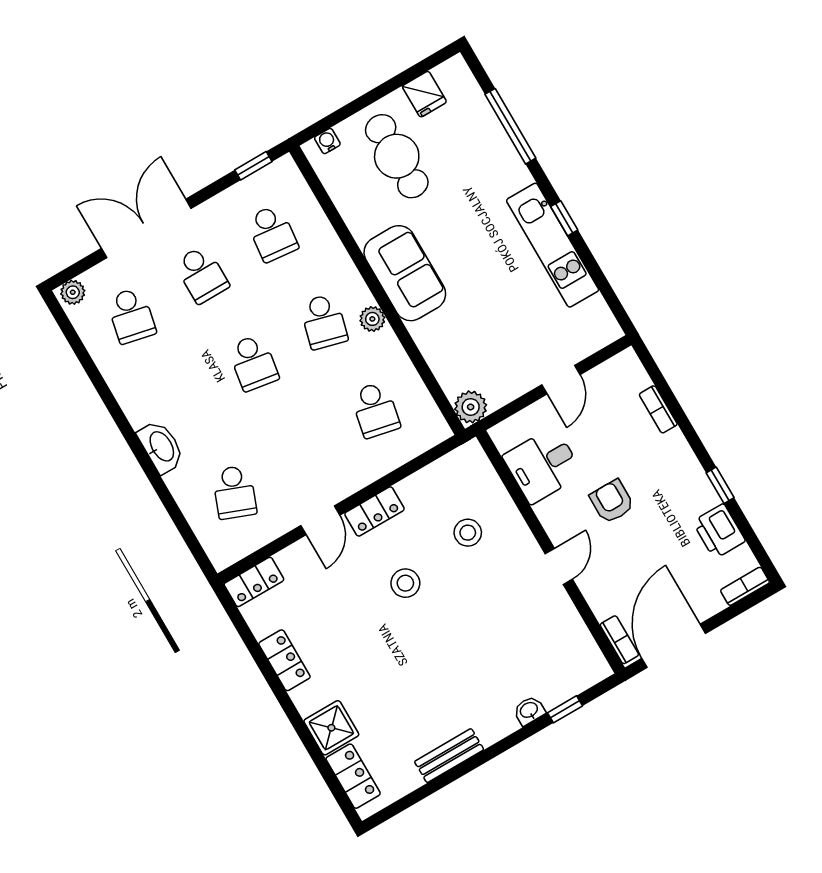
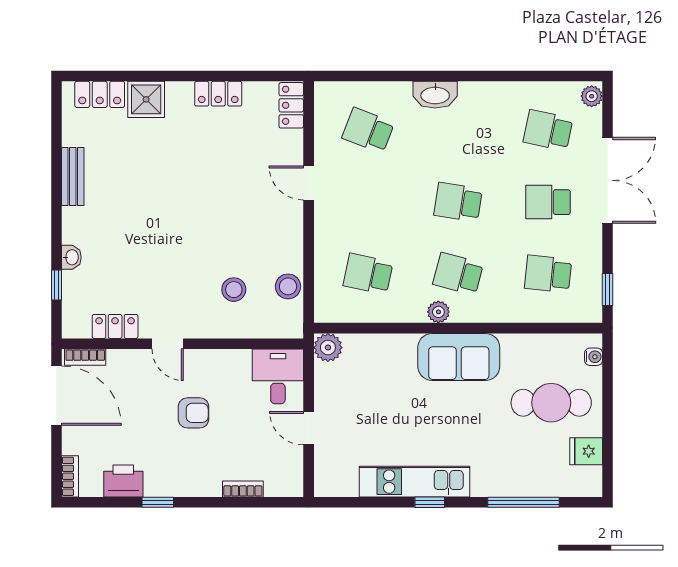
desk: (543, 465) -> (278, 376), moved
locker: (375, 511) -> (115, 326), moved, turned 90
stool: (405, 583) -> (288, 286), moved

